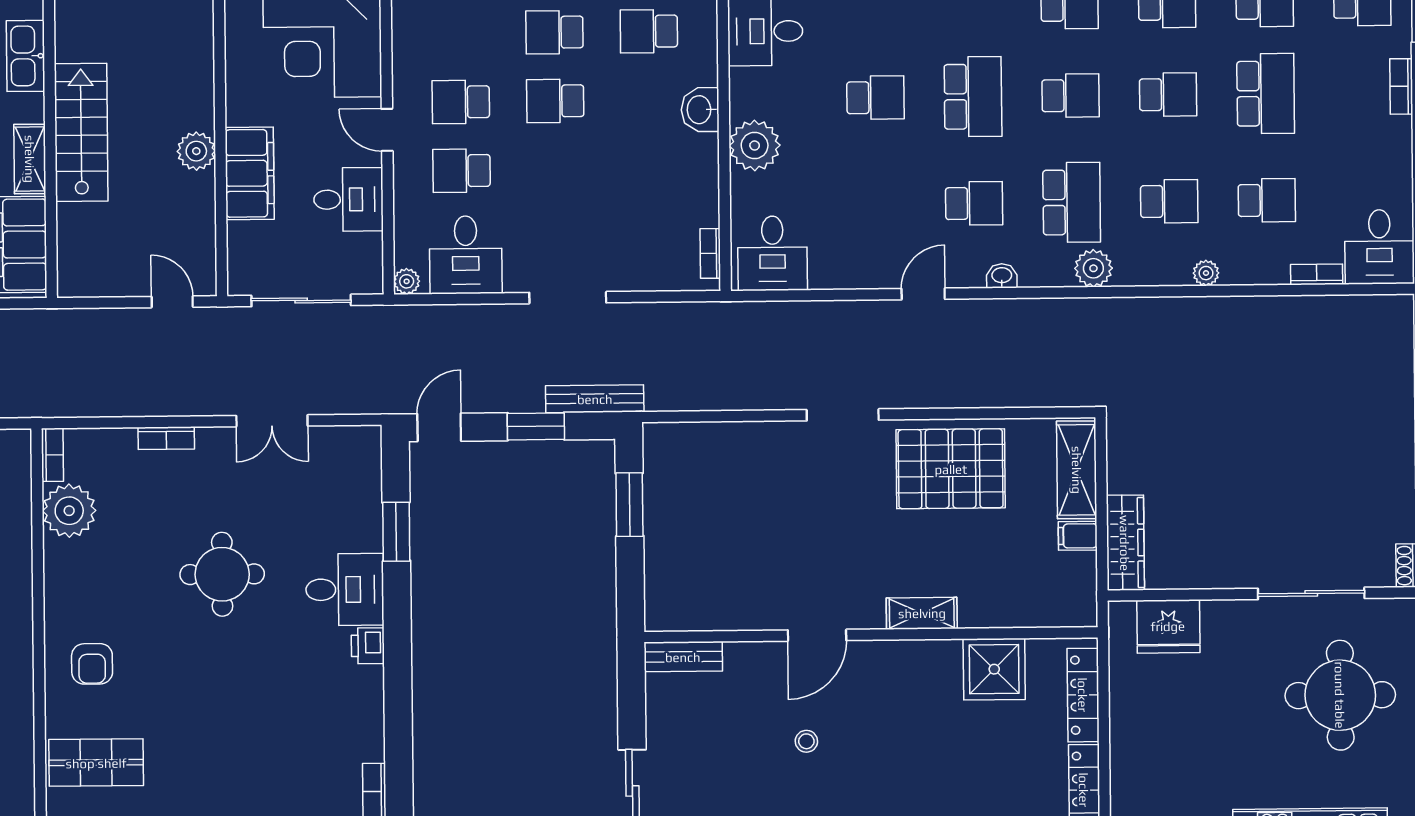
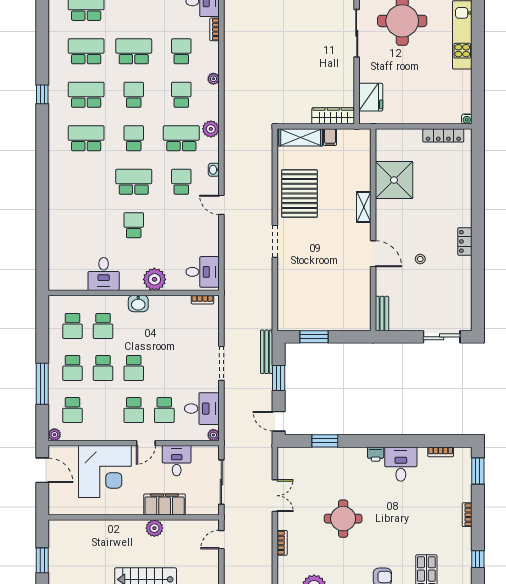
desk: (345, 590) -> (401, 464), moved
shower: (994, 669) -> (394, 180), width x1.37, depth x1.37
locker: (1083, 695) -> (401, 136), removed

